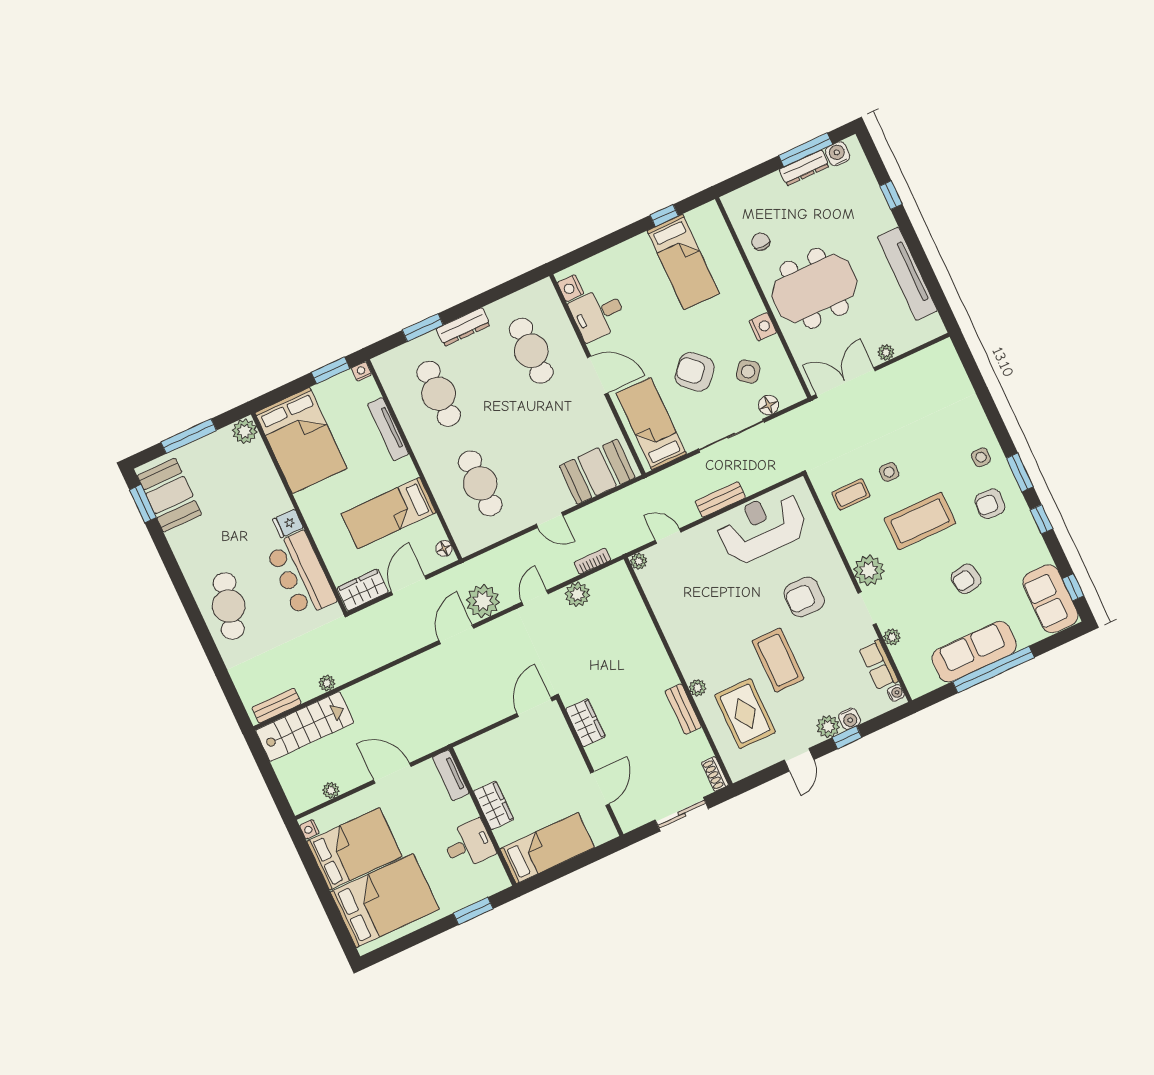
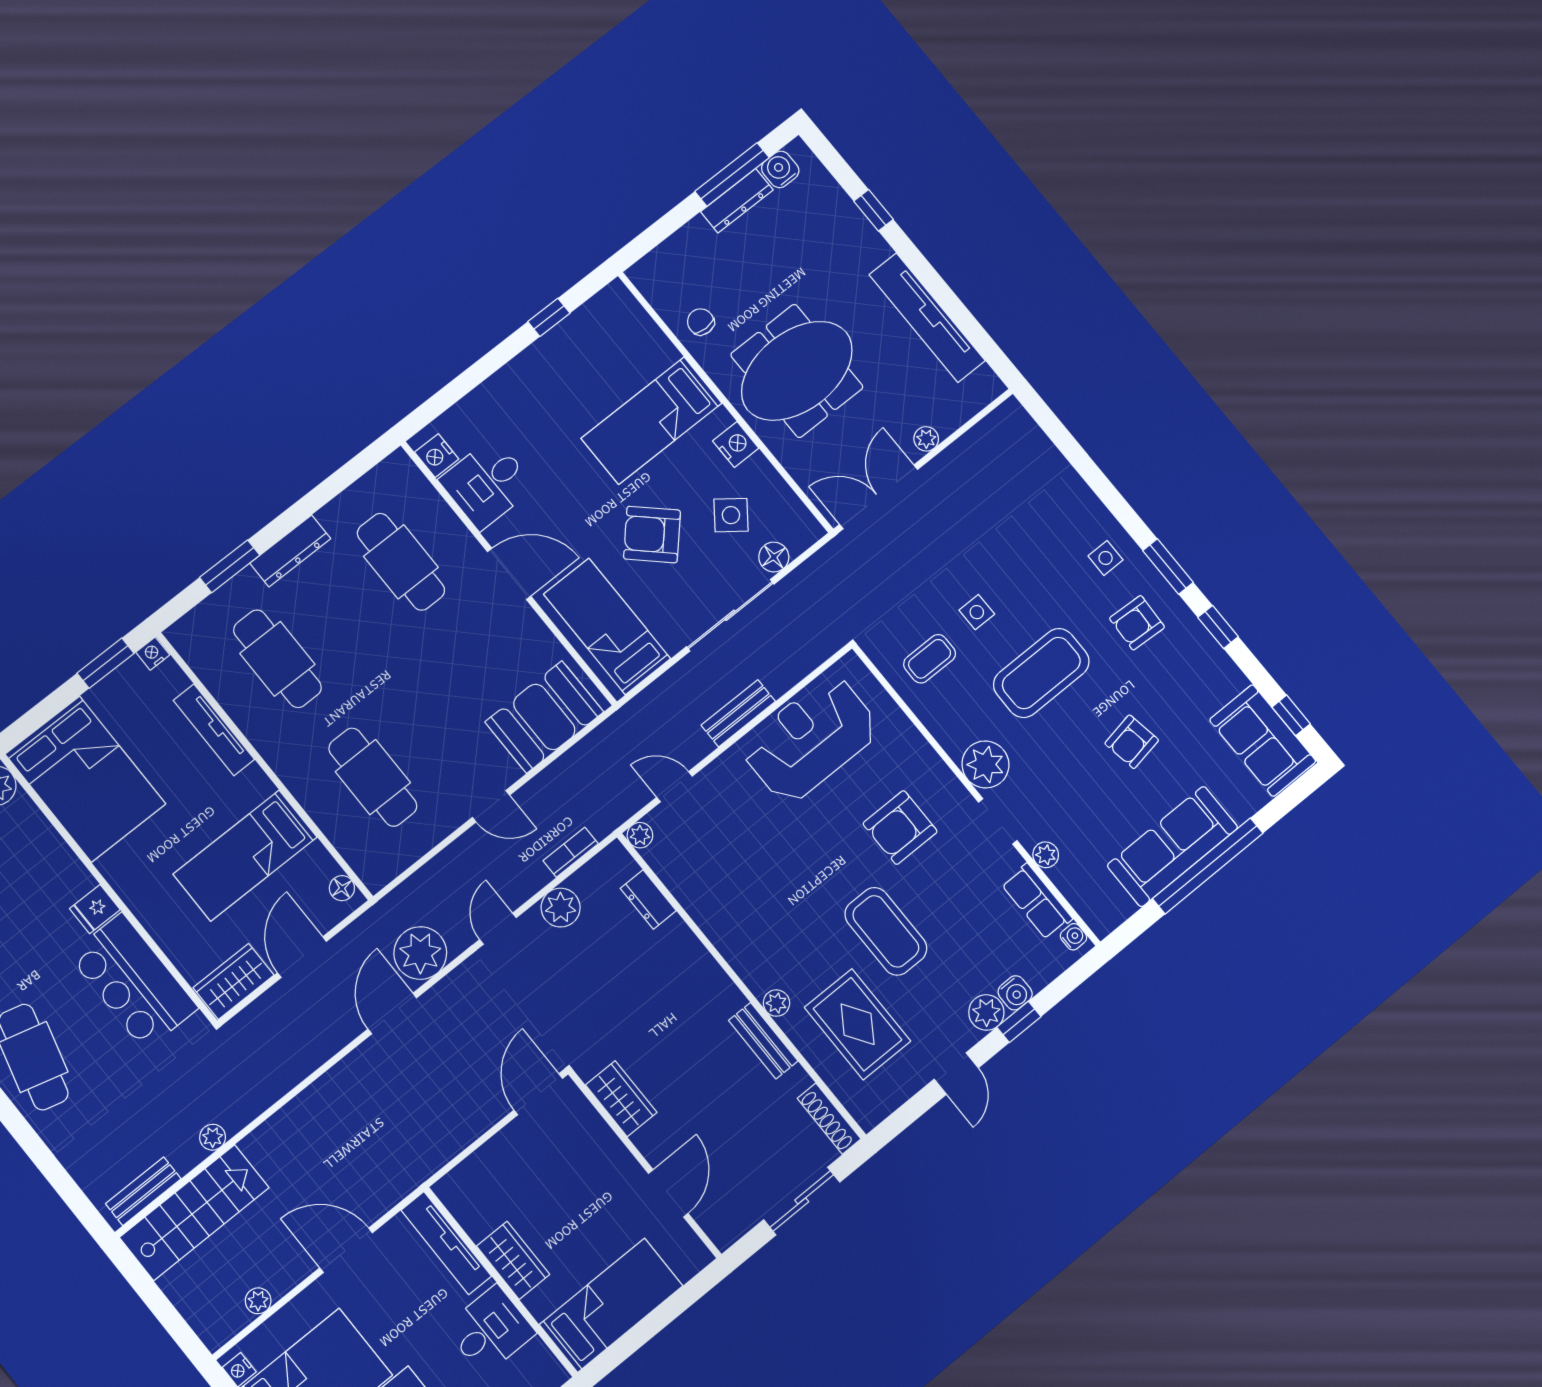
bed: (683, 262) -> (651, 421), moved, turned 90
dresser: (634, 603) -> (648, 899), added
shoe rack: (715, 774) -> (829, 1119), width x1.43
tv unit: (451, 775) -> (446, 1243), width x1.41

